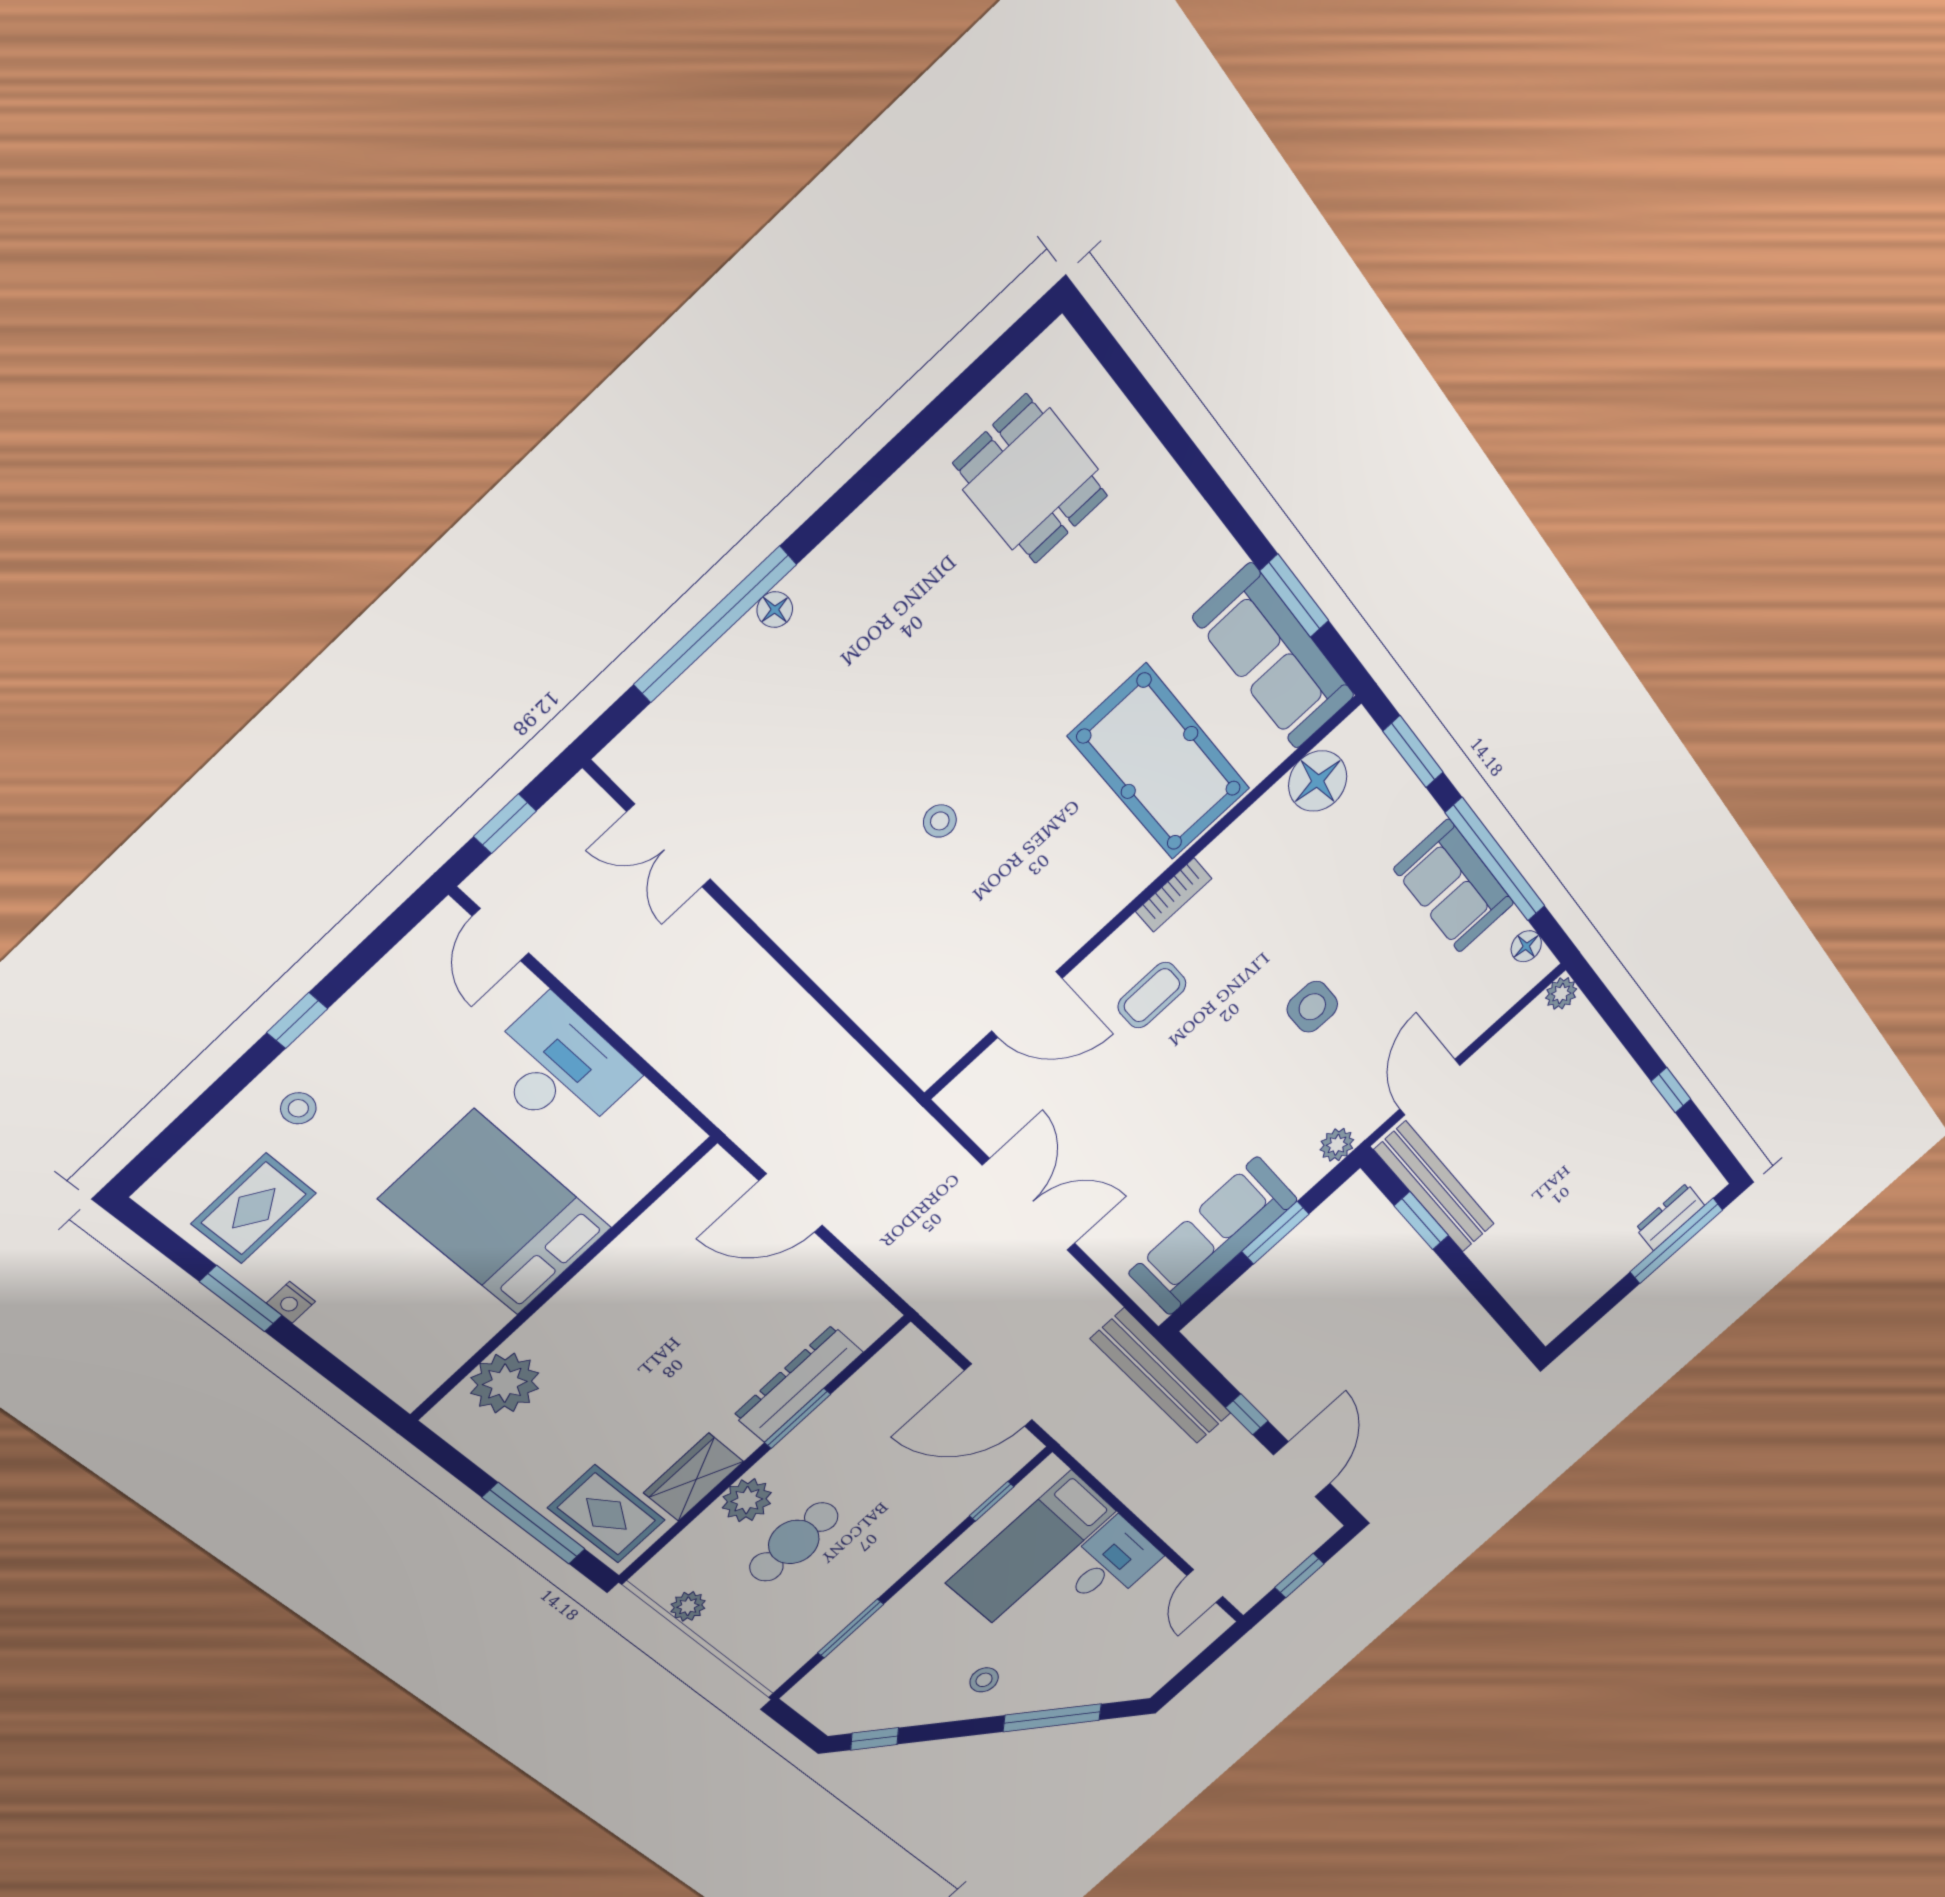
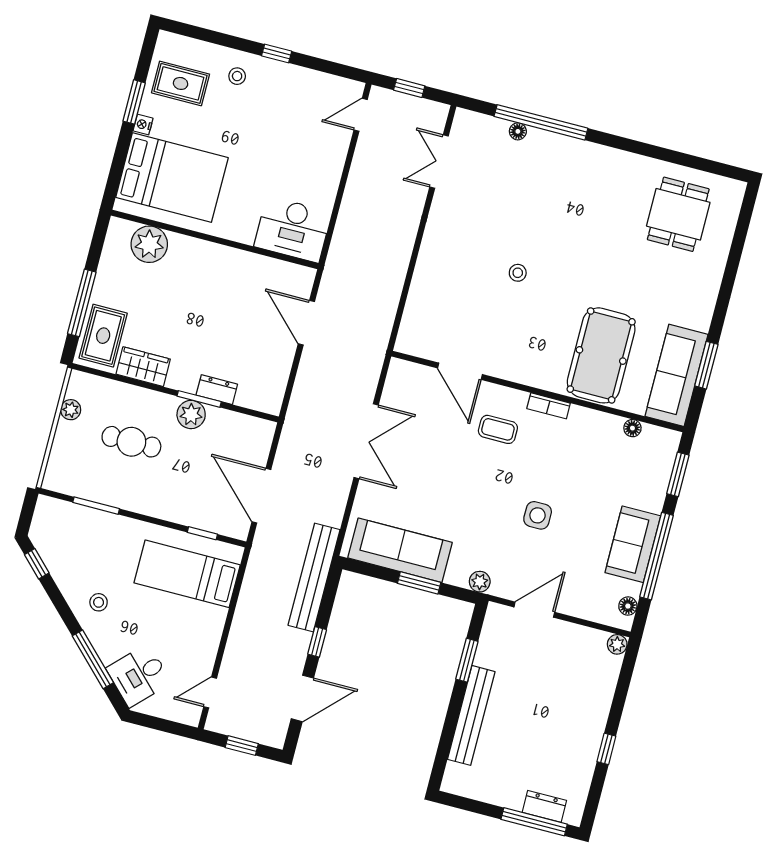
floor lamp: (775, 610) -> (518, 131), moved
floor lamp: (1318, 781) -> (632, 428), width x0.53, depth x0.53
desk: (559, 1069) -> (293, 229), moved, turned 90
bench: (1435, 1187) -> (471, 715), moved
bed: (496, 1213) -> (172, 178), moved, turned 90
dresser: (798, 1384) -> (217, 390), width x0.51, depth x0.80
plant: (747, 1500) -> (191, 415), moved
desk: (1110, 1563) -> (139, 676), moved, turned 135

